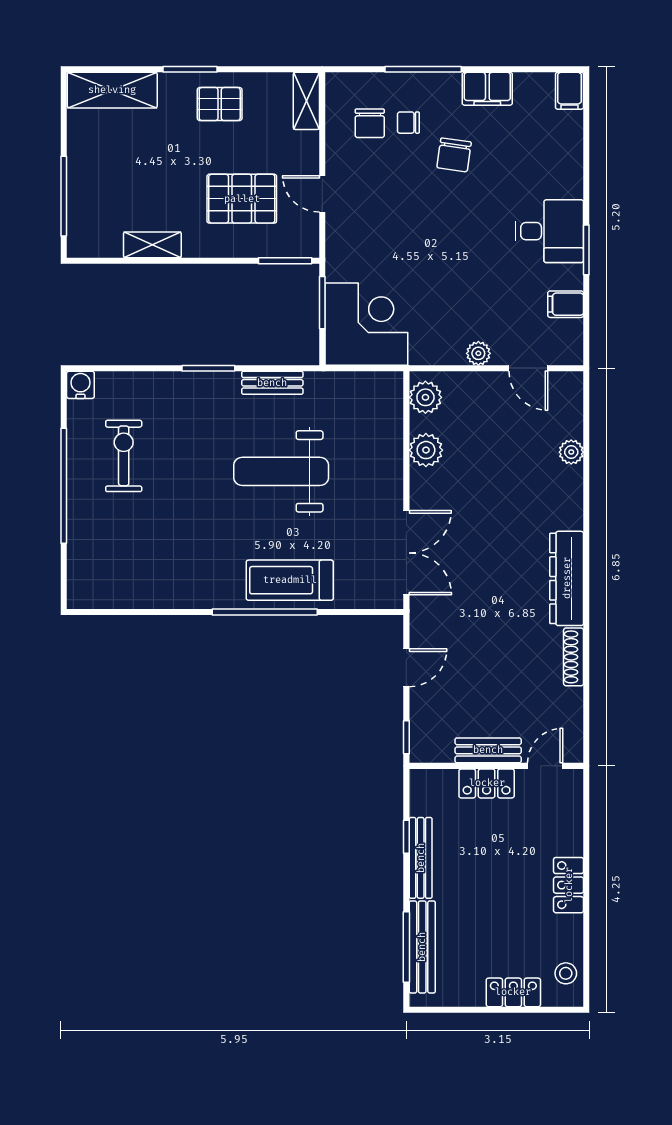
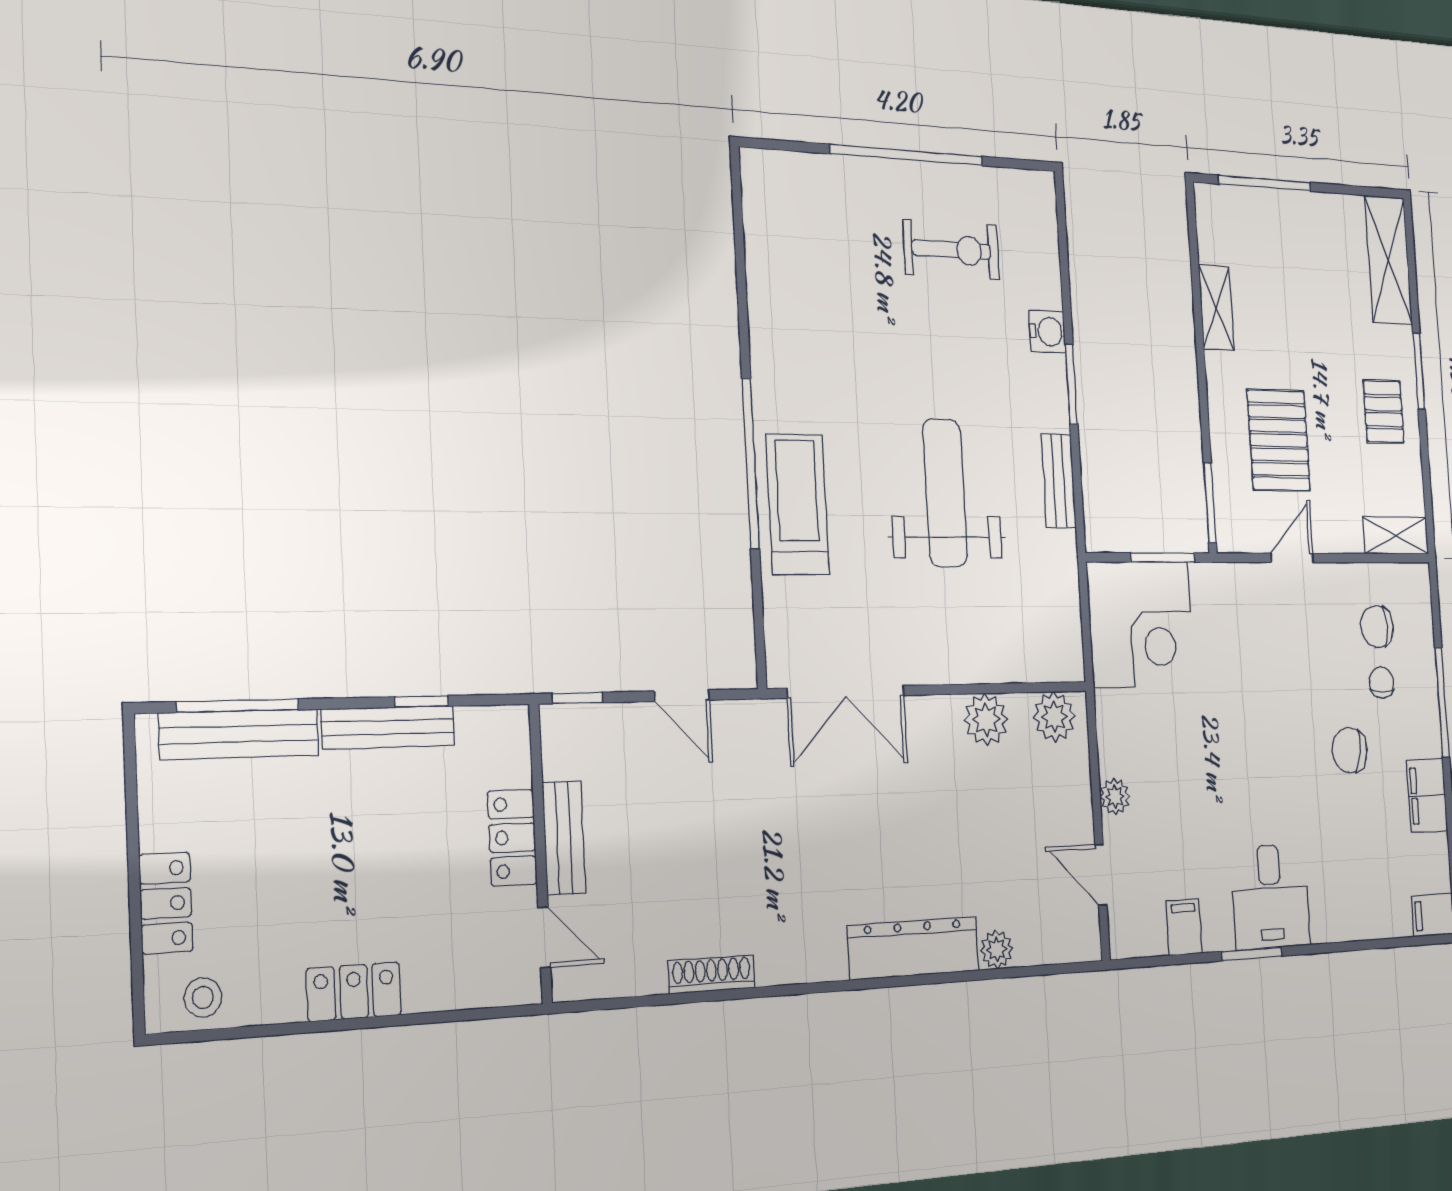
door: (528, 368) -> (1101, 875), hinge flipped
water cooler: (80, 385) -> (1047, 331), moved
dresser: (567, 578) -> (913, 948), moved

